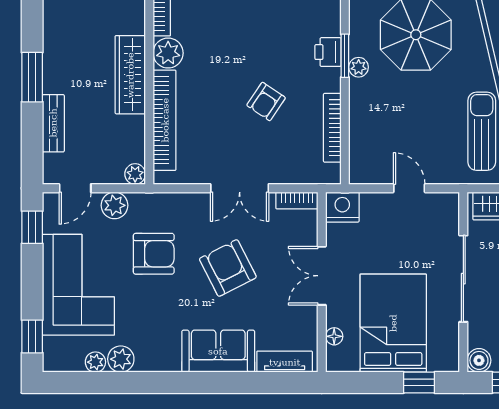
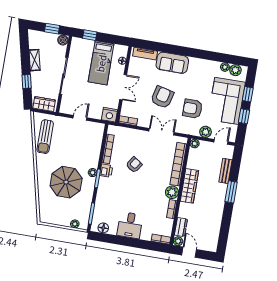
printer: (328, 52) -> (106, 171), moved
double door: (240, 188) -> (162, 132), moved
door: (409, 188) -> (80, 118), swing flipped
window: (32, 227) -> (244, 116), moved
armchair: (228, 268) -> (162, 97), turned -139
bed: (393, 323) -> (101, 63), width x0.67
window: (32, 336) -> (248, 94), moved
plant: (121, 359) -> (235, 70), moved

